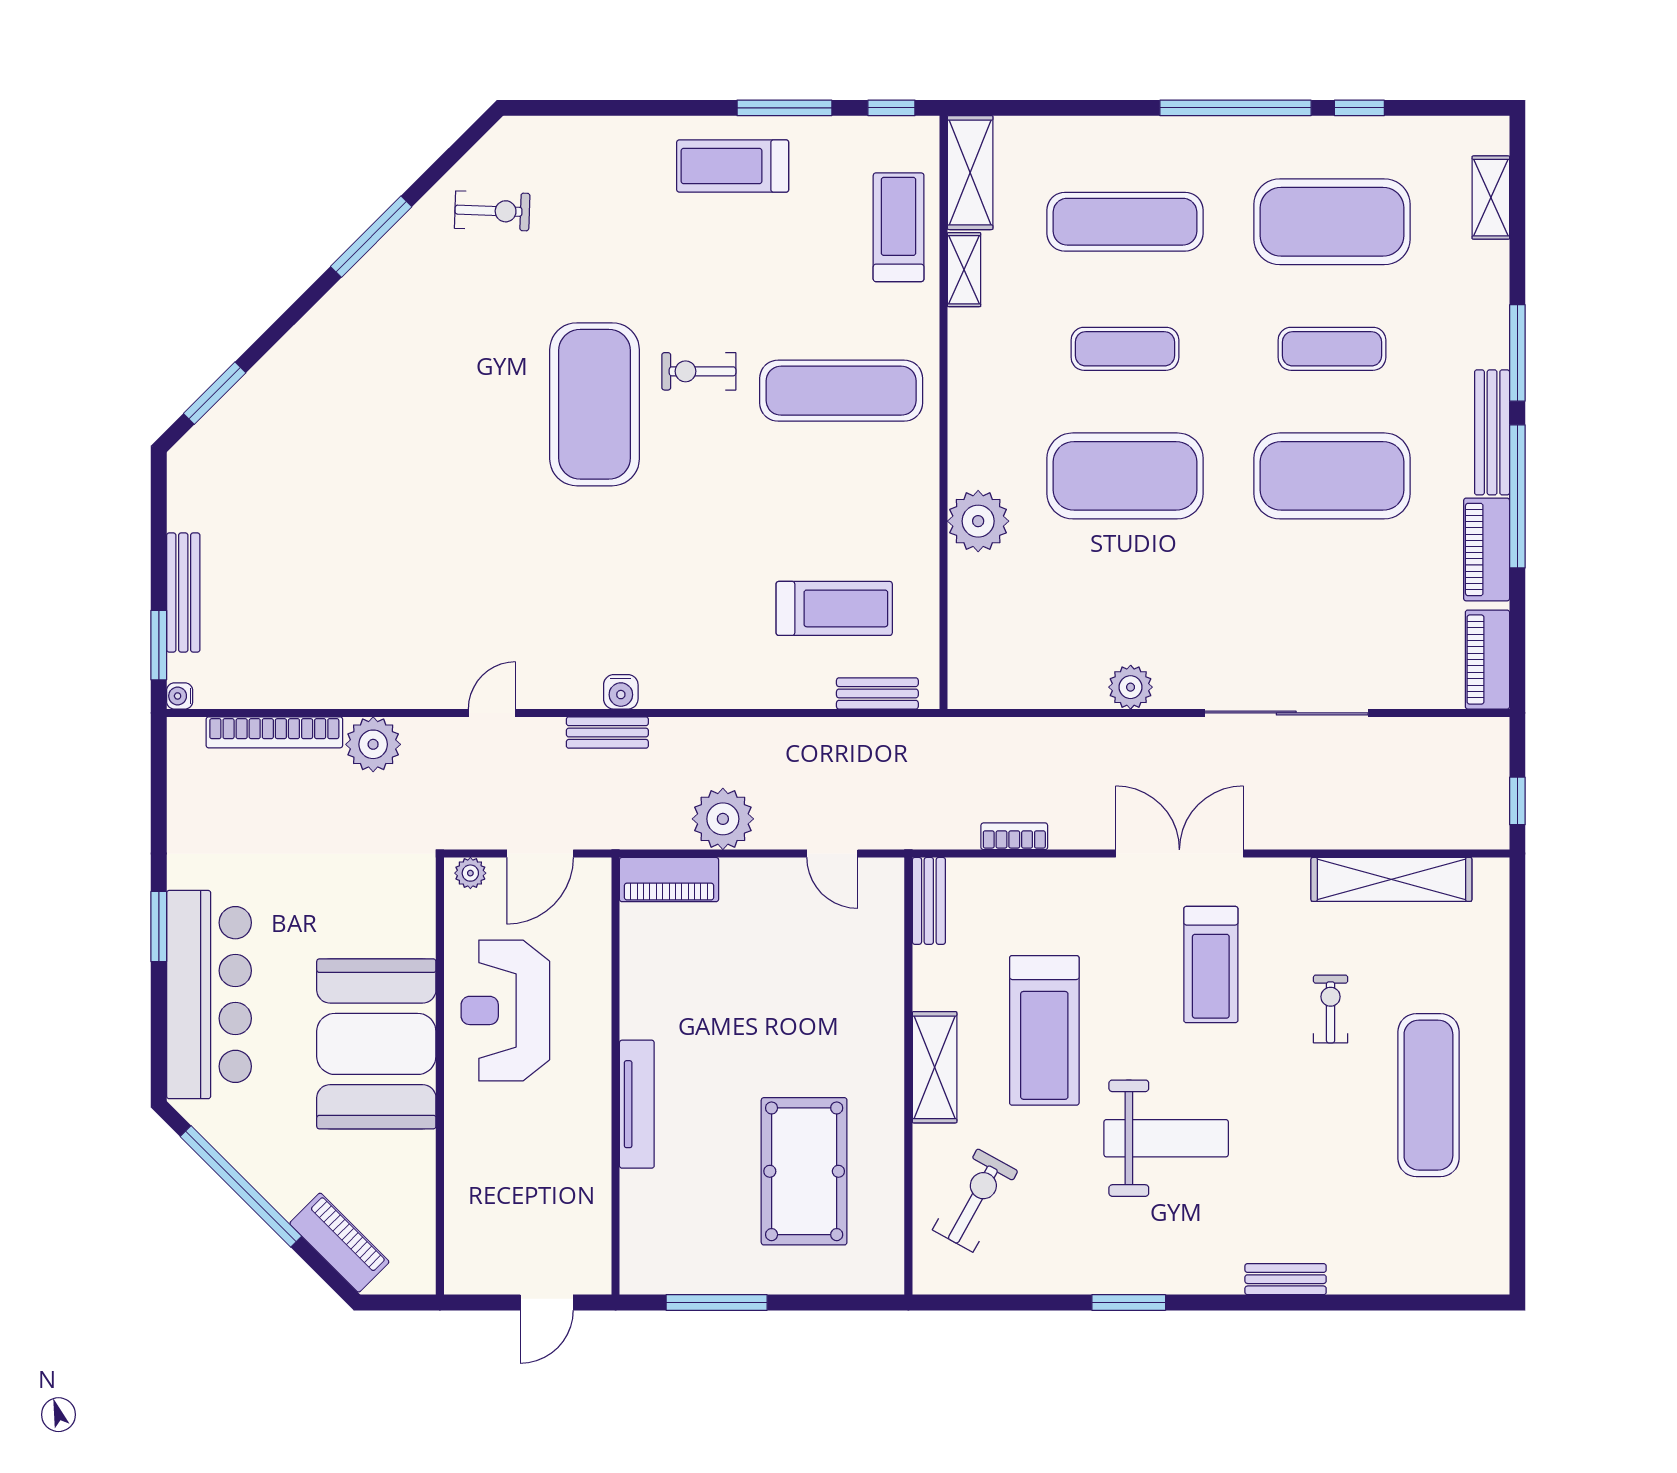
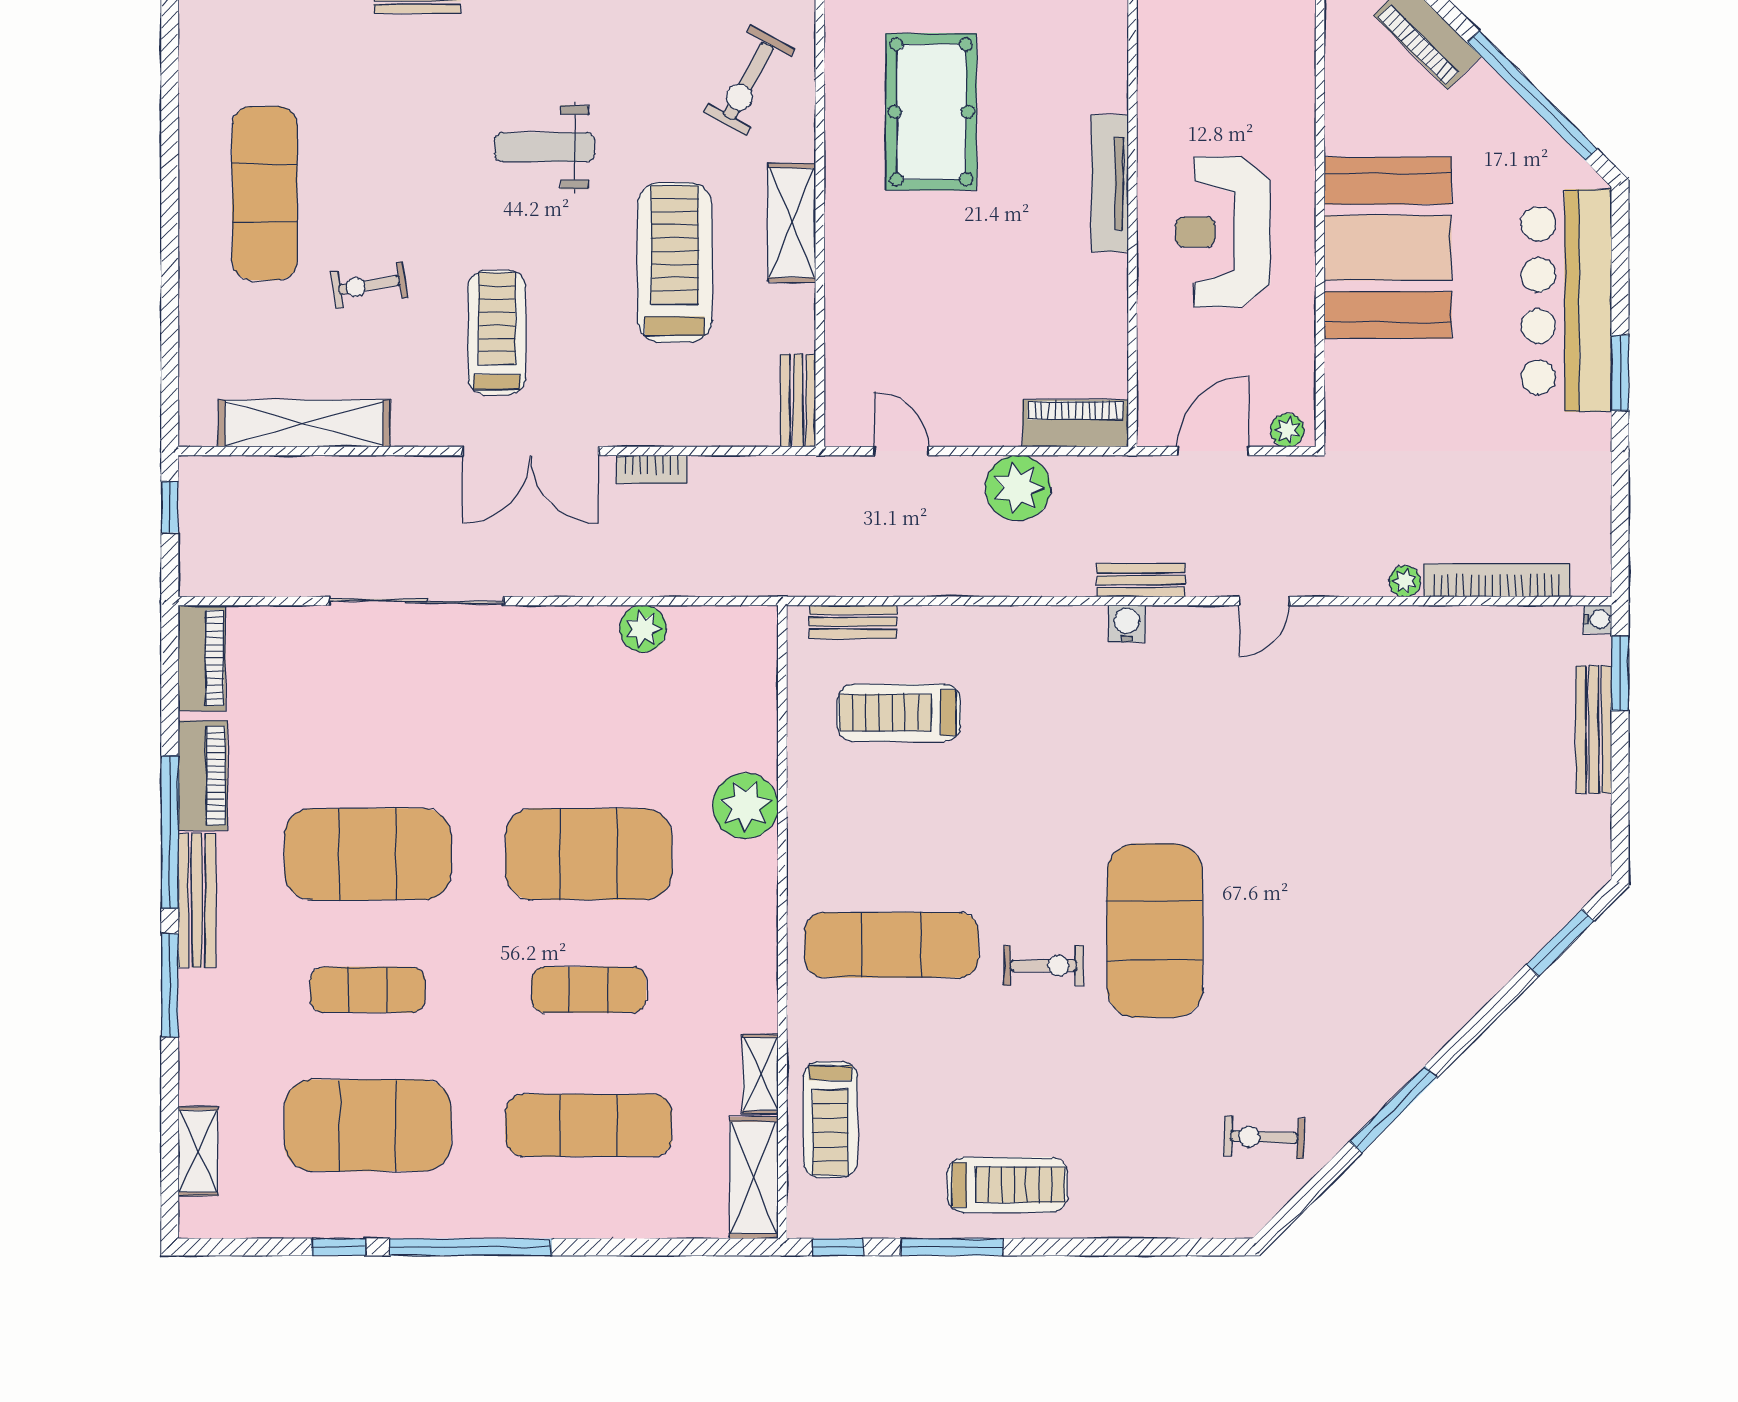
plant: (1131, 687) -> (643, 629), moved
plant: (373, 744) -> (1405, 581), width x0.53, depth x0.53
bookcase: (1014, 836) -> (652, 469), moved
exercise bike: (1331, 1009) -> (369, 285), turned 81
reception desk: (505, 1010) -> (1223, 232), moved, turned 180
weight bench: (1166, 1138) -> (545, 147), width x0.73, depth x0.75

